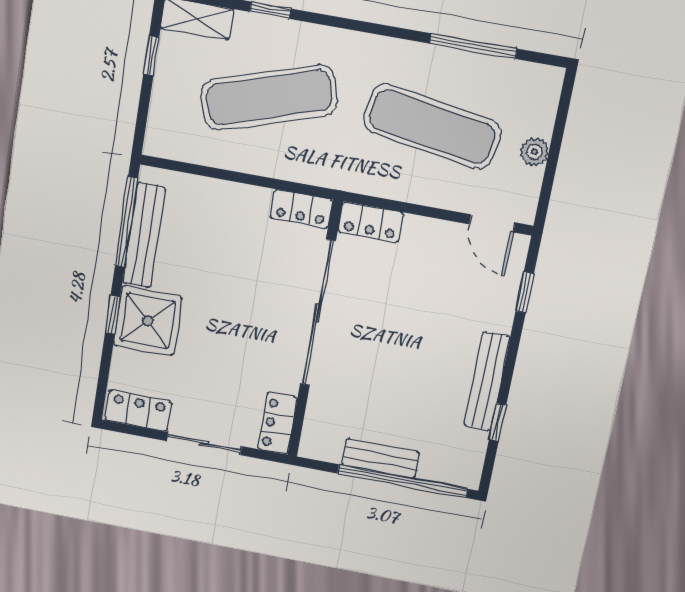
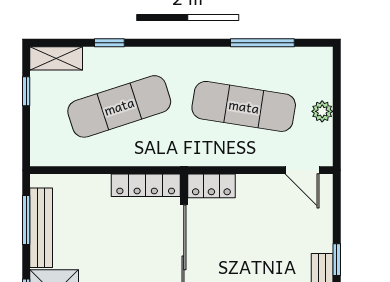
locker: (301, 209) -> (146, 185), width x1.53
window: (126, 222) -> (26, 220), width x0.69
window: (525, 292) -> (337, 260), moved

